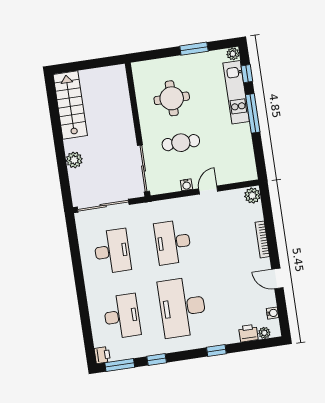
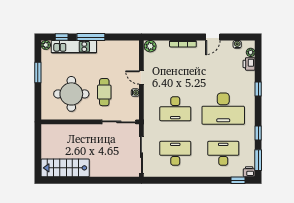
round table: (172, 98) -> (71, 94), width x1.36, depth x1.36
plant: (74, 160) -> (105, 171), removed
window: (88, 342) -> (238, 180), added

